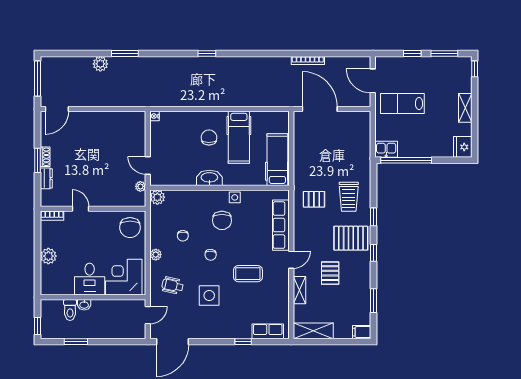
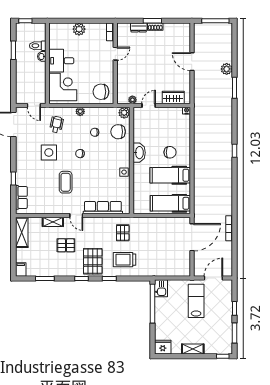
door: (57, 109) -> (192, 62), moved
wardrobe: (138, 133) -> (173, 97), added
hospital bed: (277, 160) -> (170, 203), moved, turned 180
chair: (222, 220) -> (118, 132), moved

